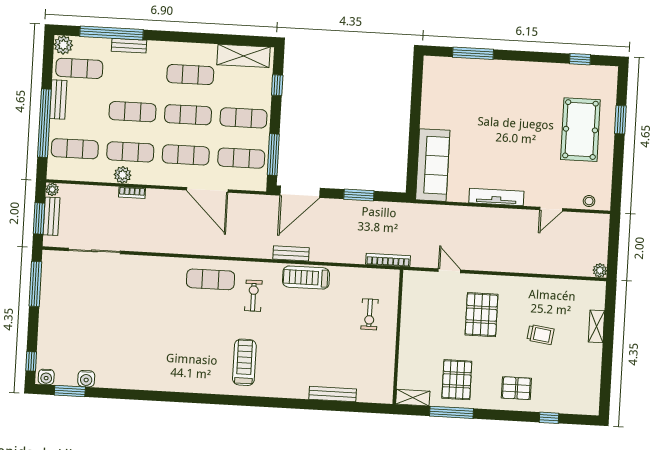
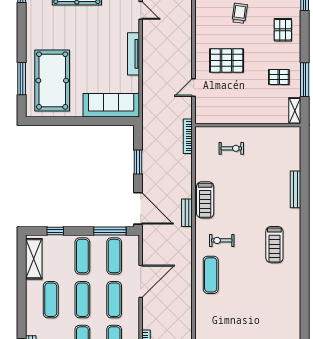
pool table: (468, 92) -> (52, 81), added
treadmill: (244, 362) -> (274, 245), turned -90
pallet: (457, 380) -> (279, 77), width x0.67, depth x0.71
bench: (333, 394) -> (295, 189), moved

